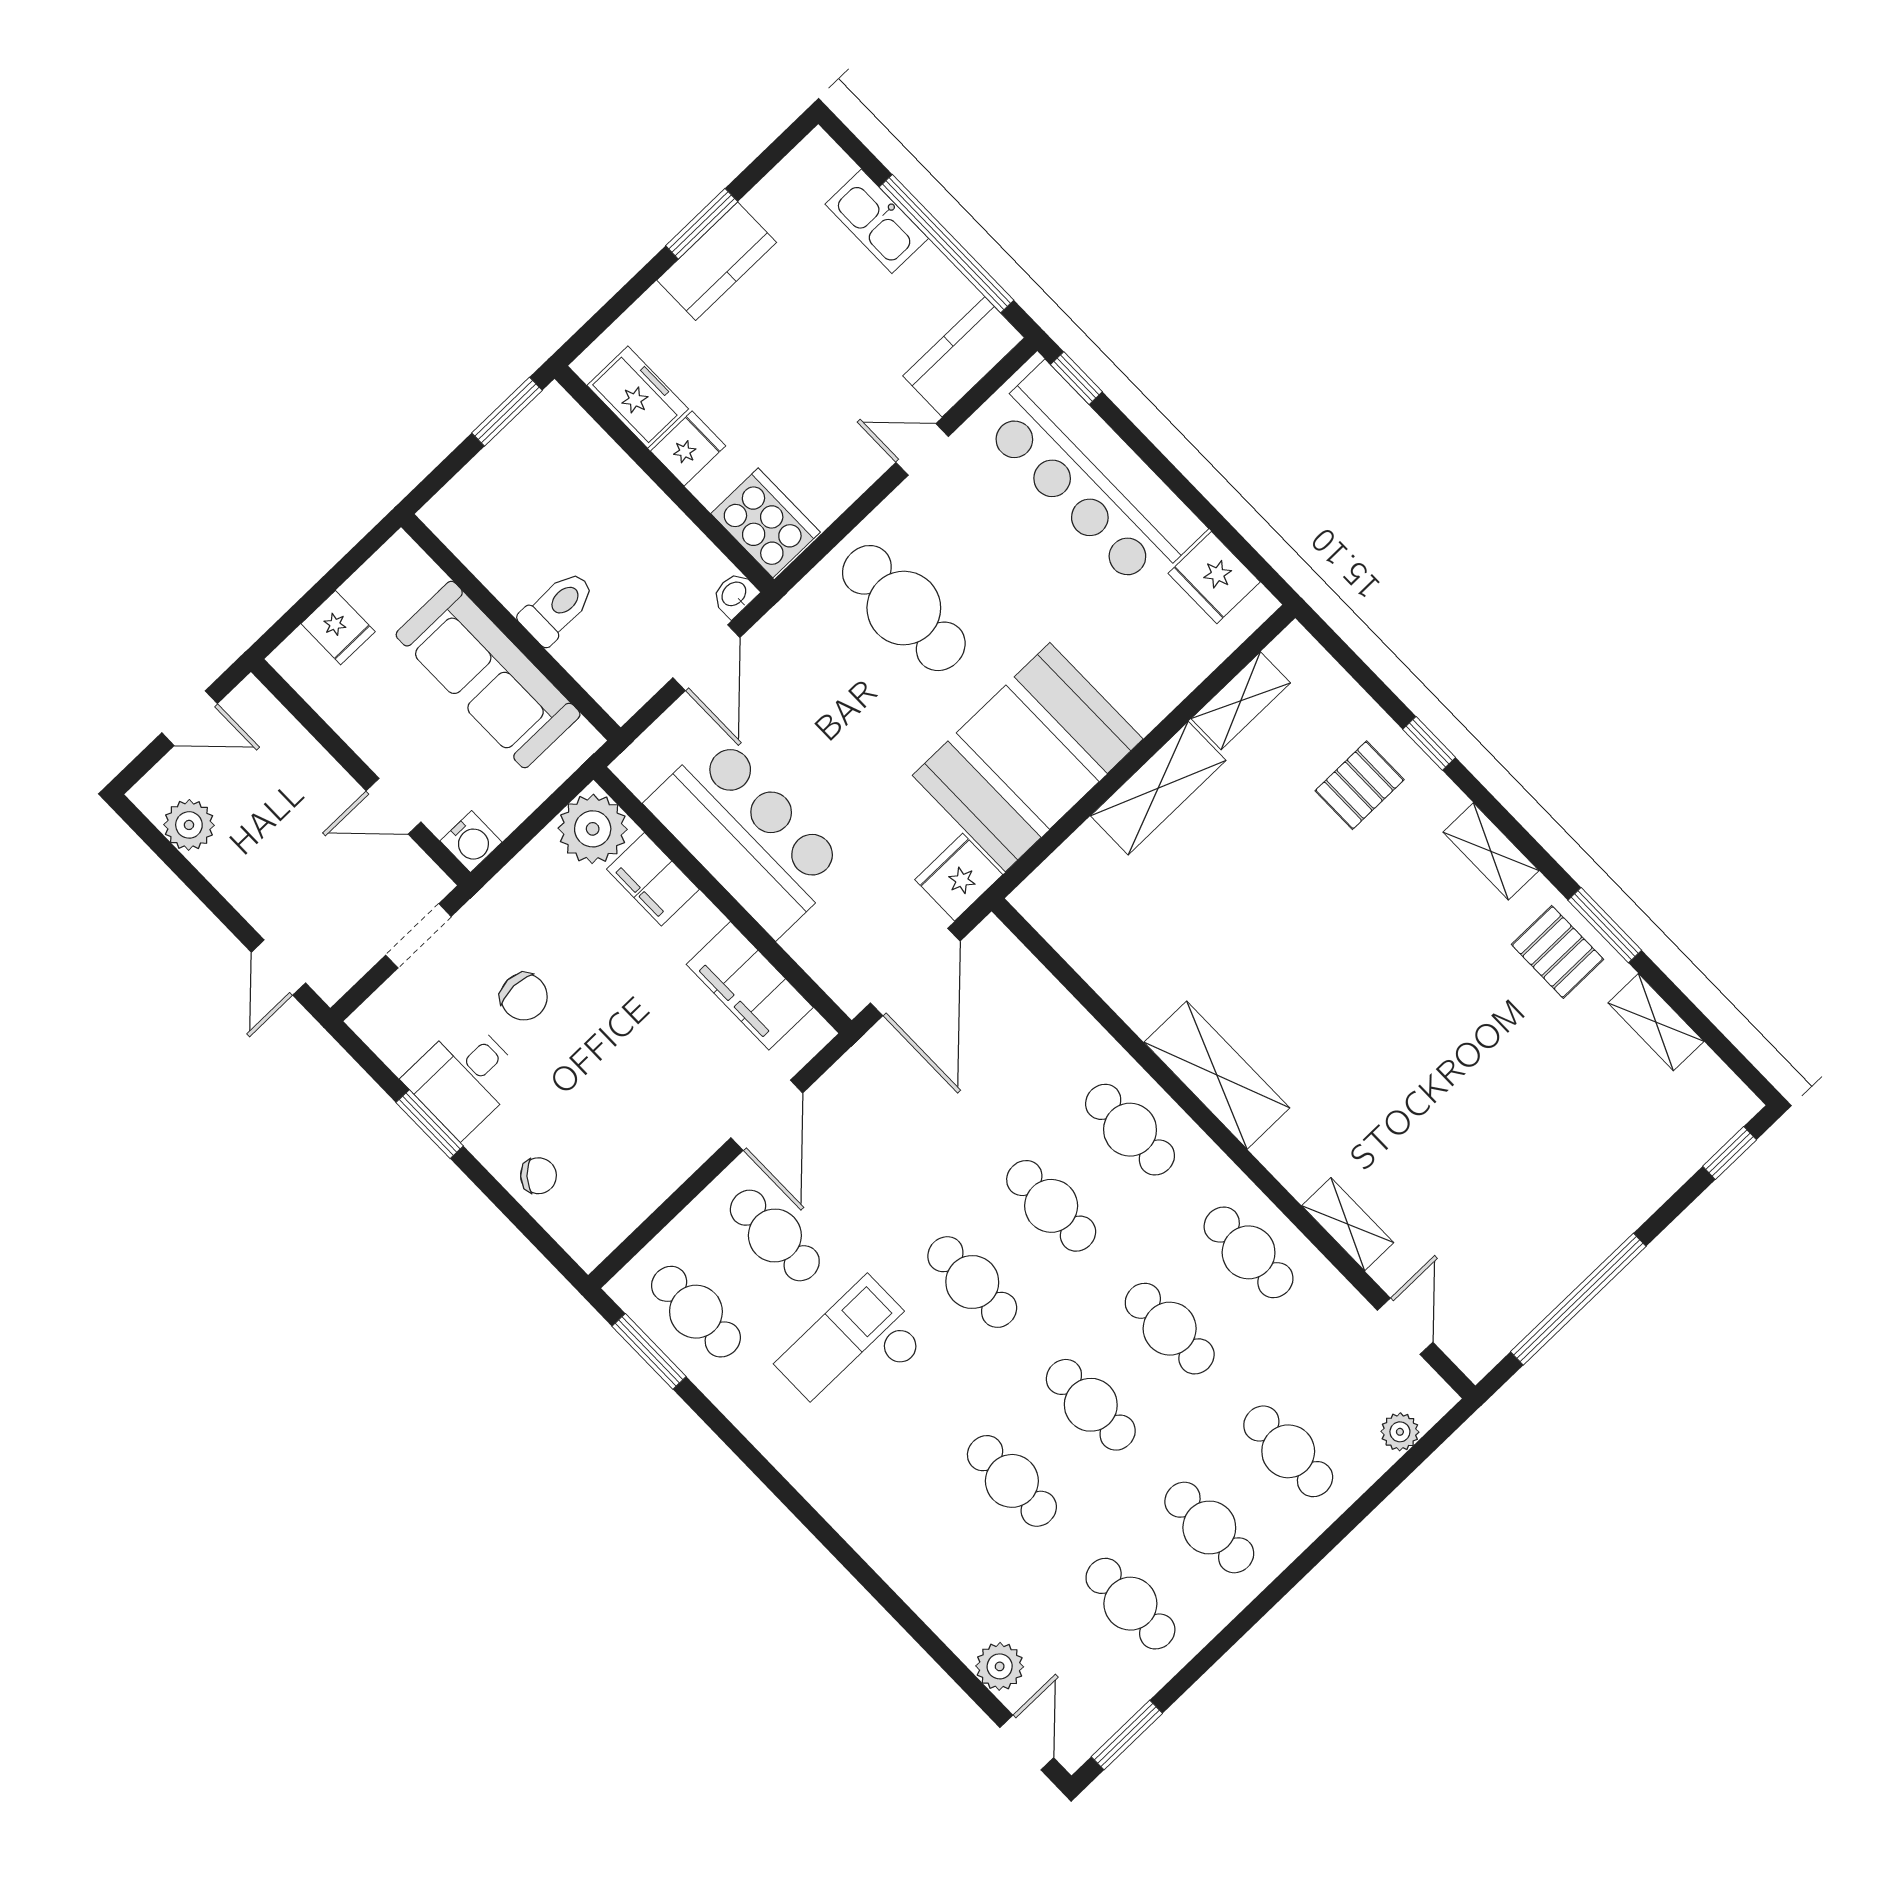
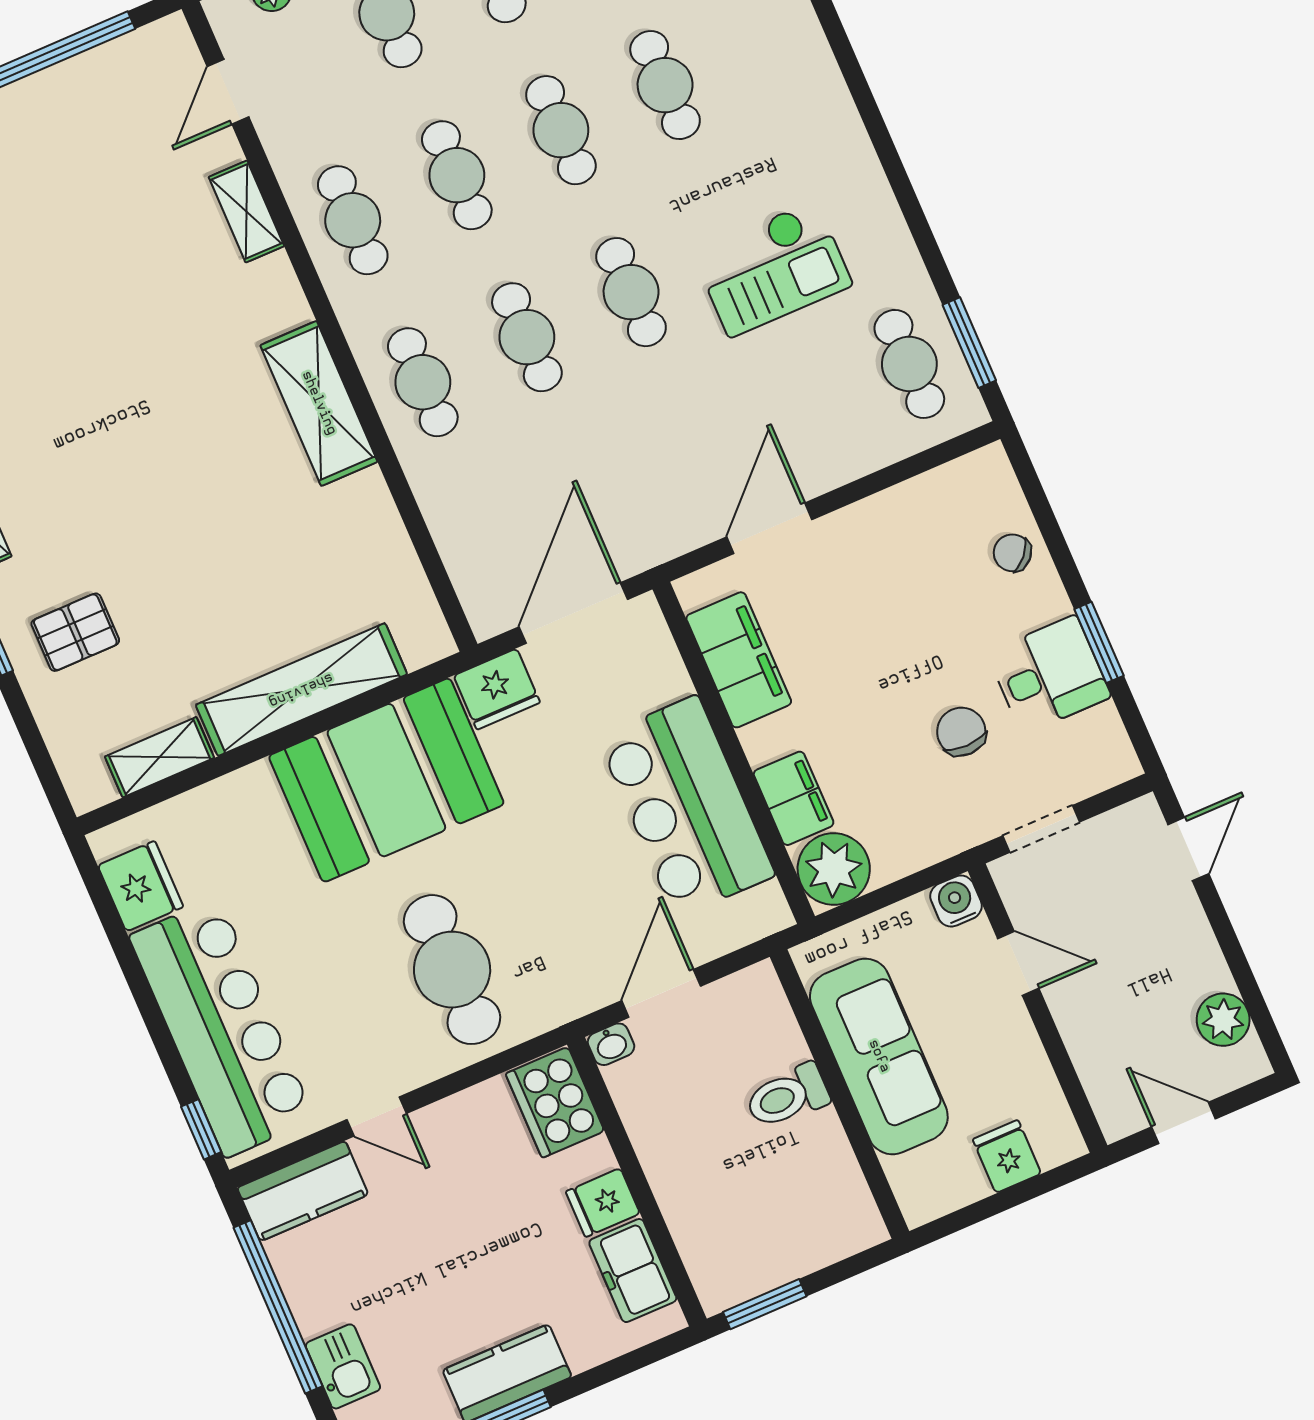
kitchen sink: (877, 221) -> (343, 1366), width x0.73
shelving: (1158, 788) -> (301, 690), width x1.47
cafe table: (775, 1235) -> (805, 409), removed

